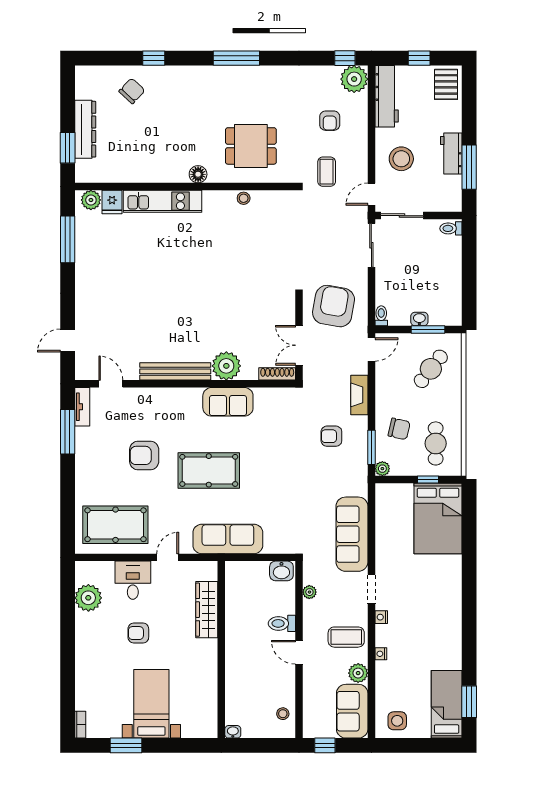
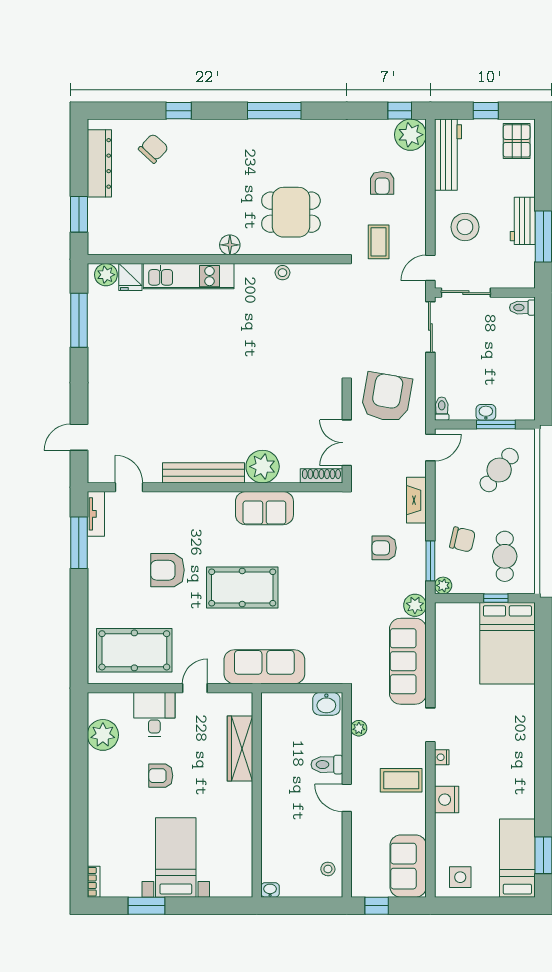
dresser: (85, 129) -> (99, 163), moved
nightstand: (381, 654) -> (447, 800), width x1.89, depth x1.79
plant: (358, 673) -> (415, 605), moved

